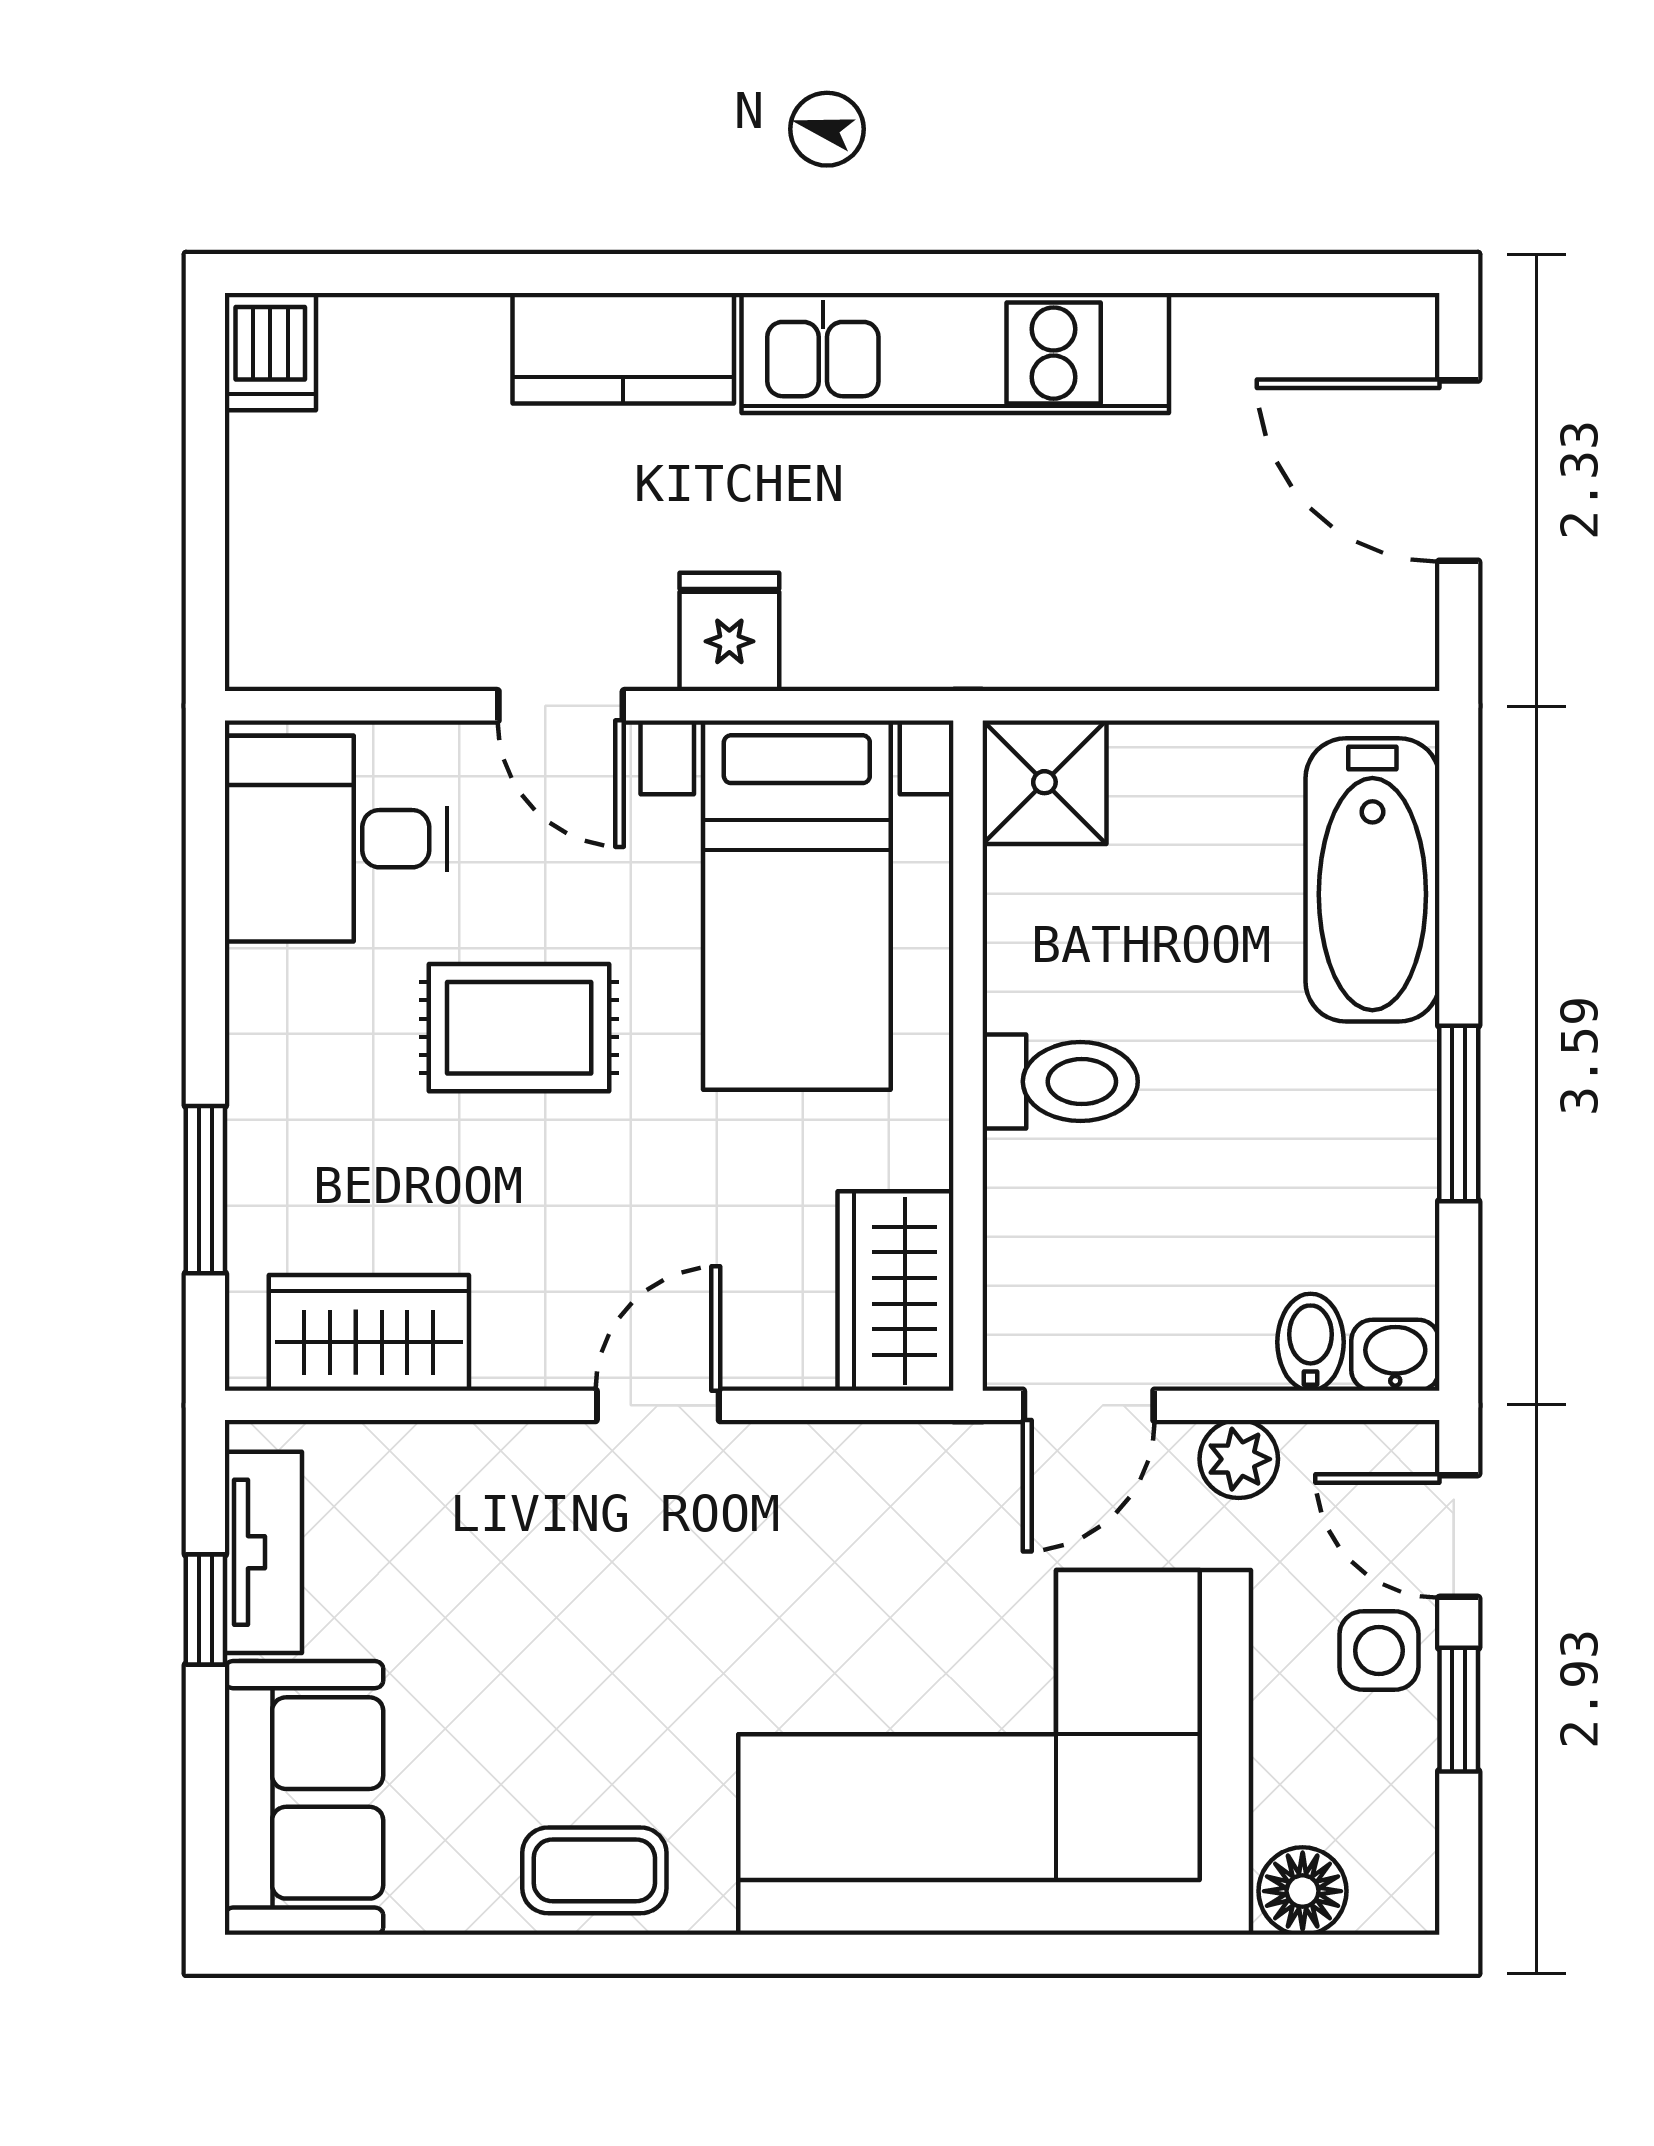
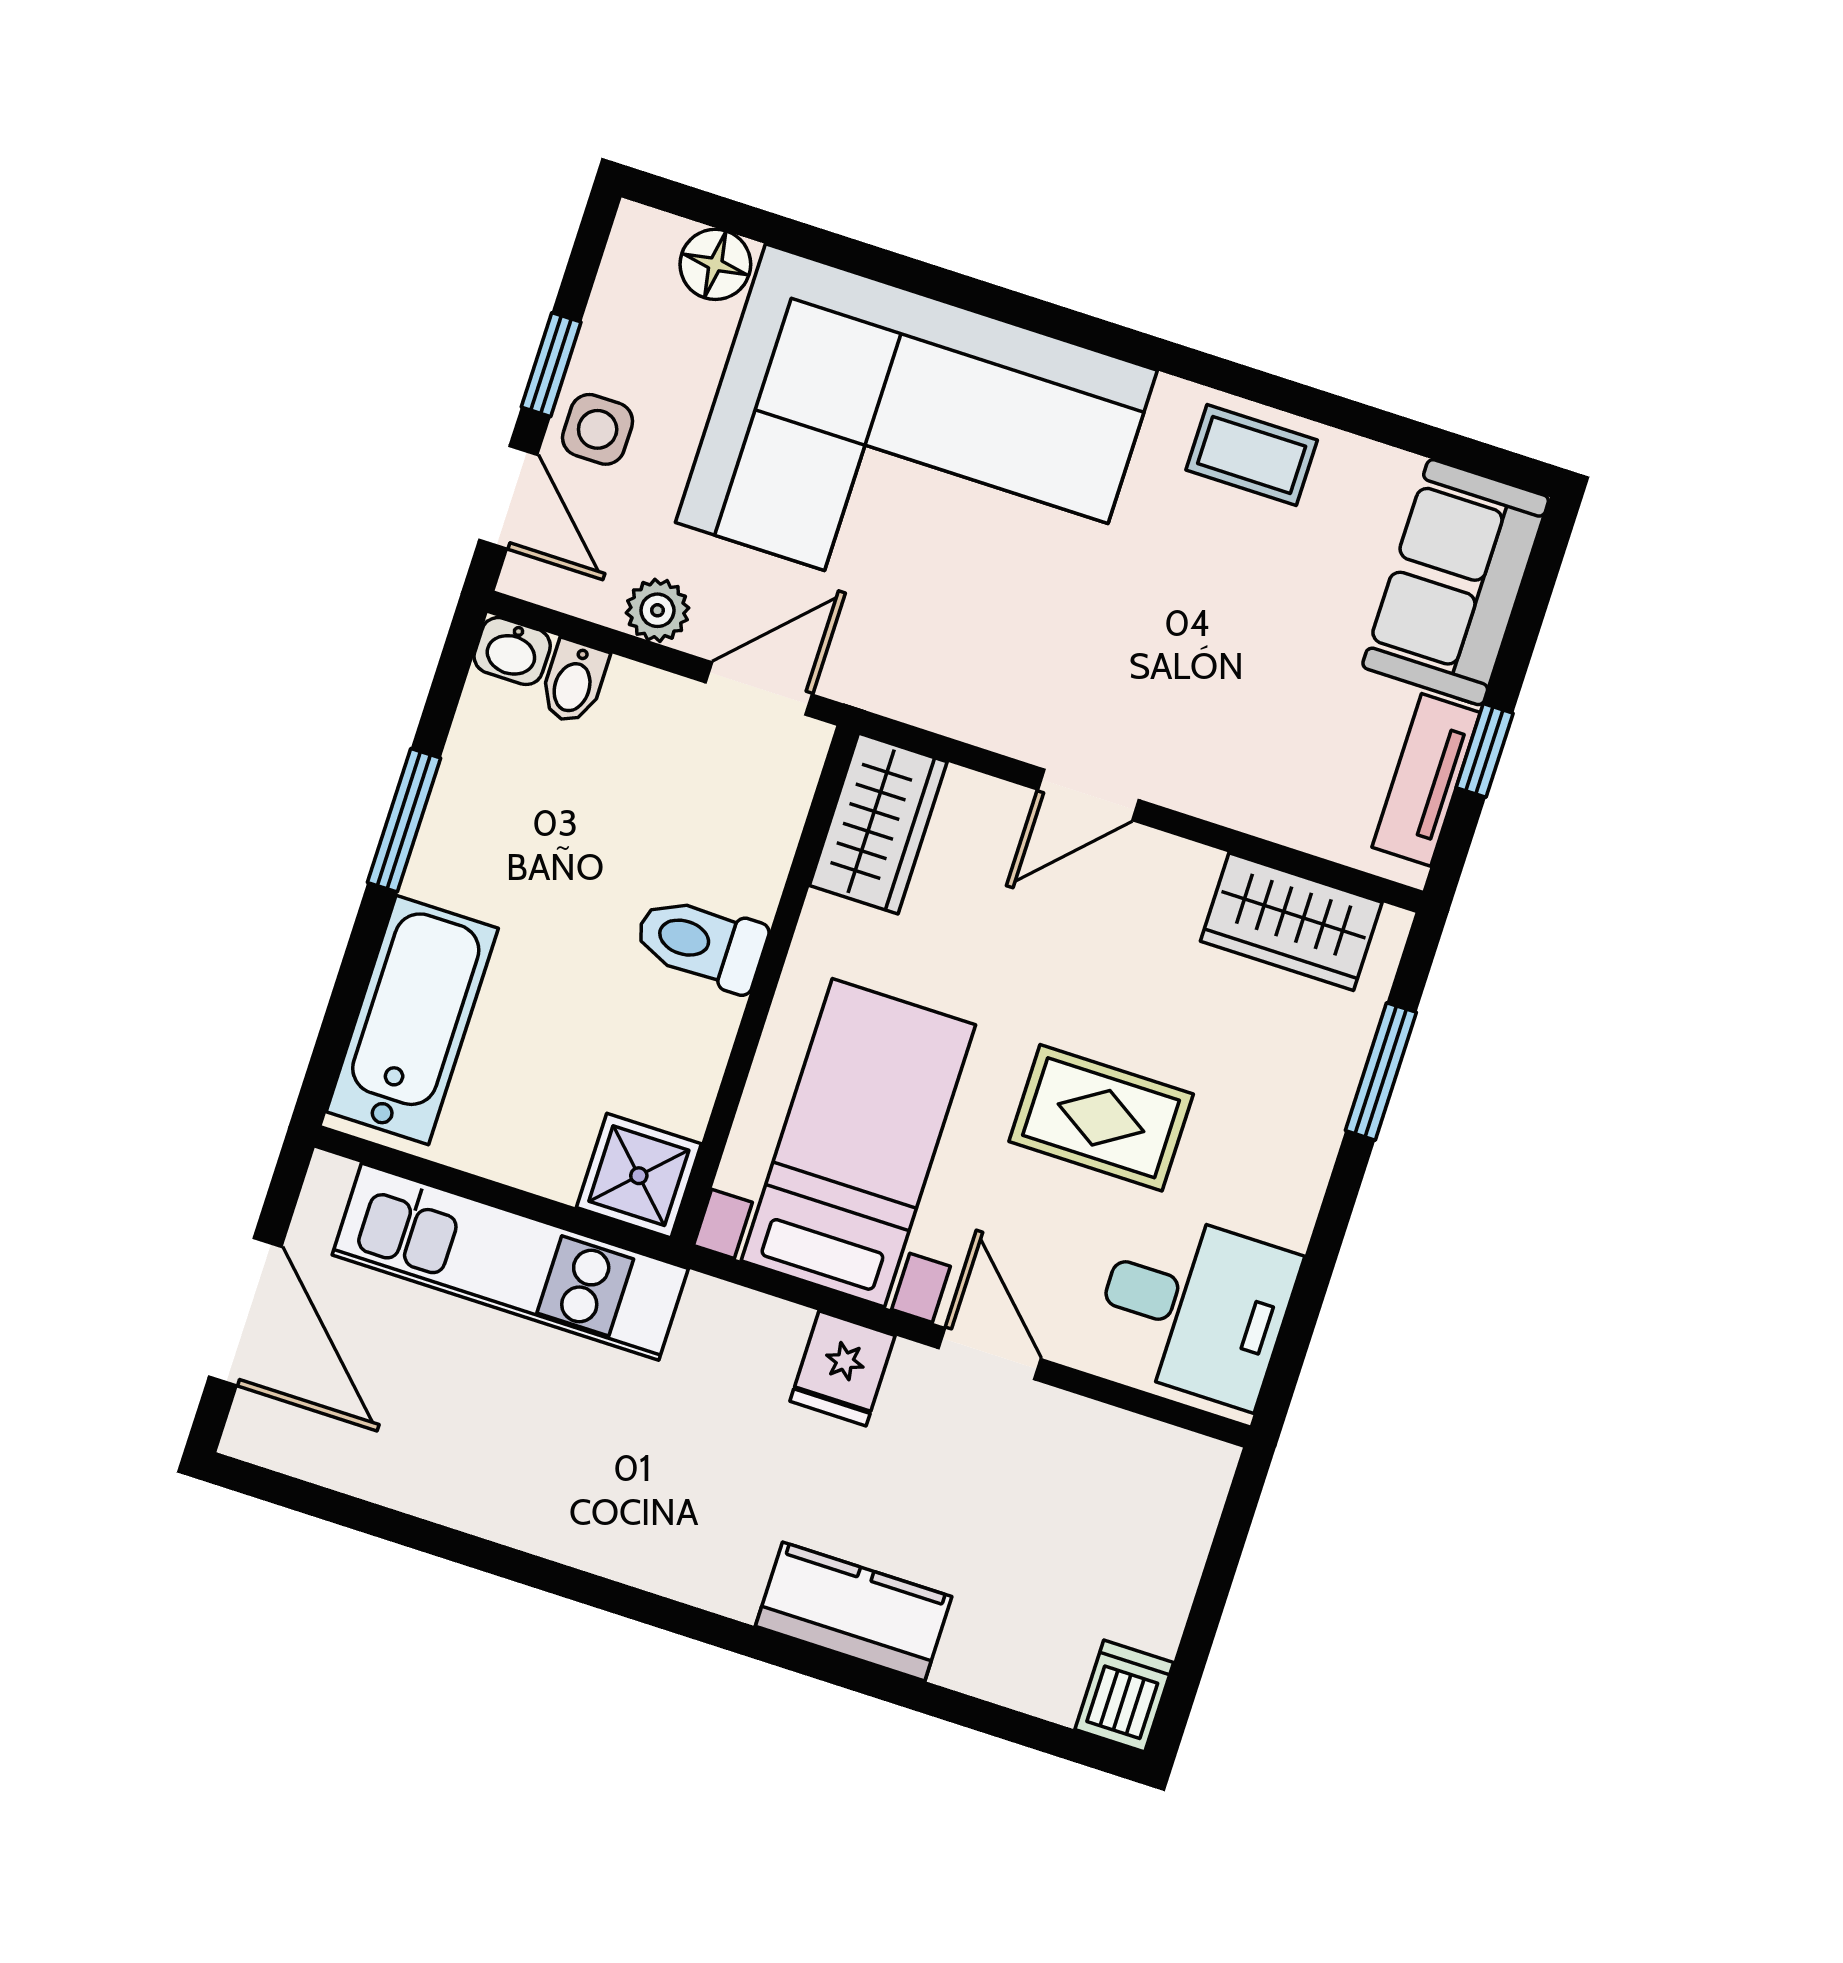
kitchen unit: (955, 353) -> (510, 1262), moved, turned 180

